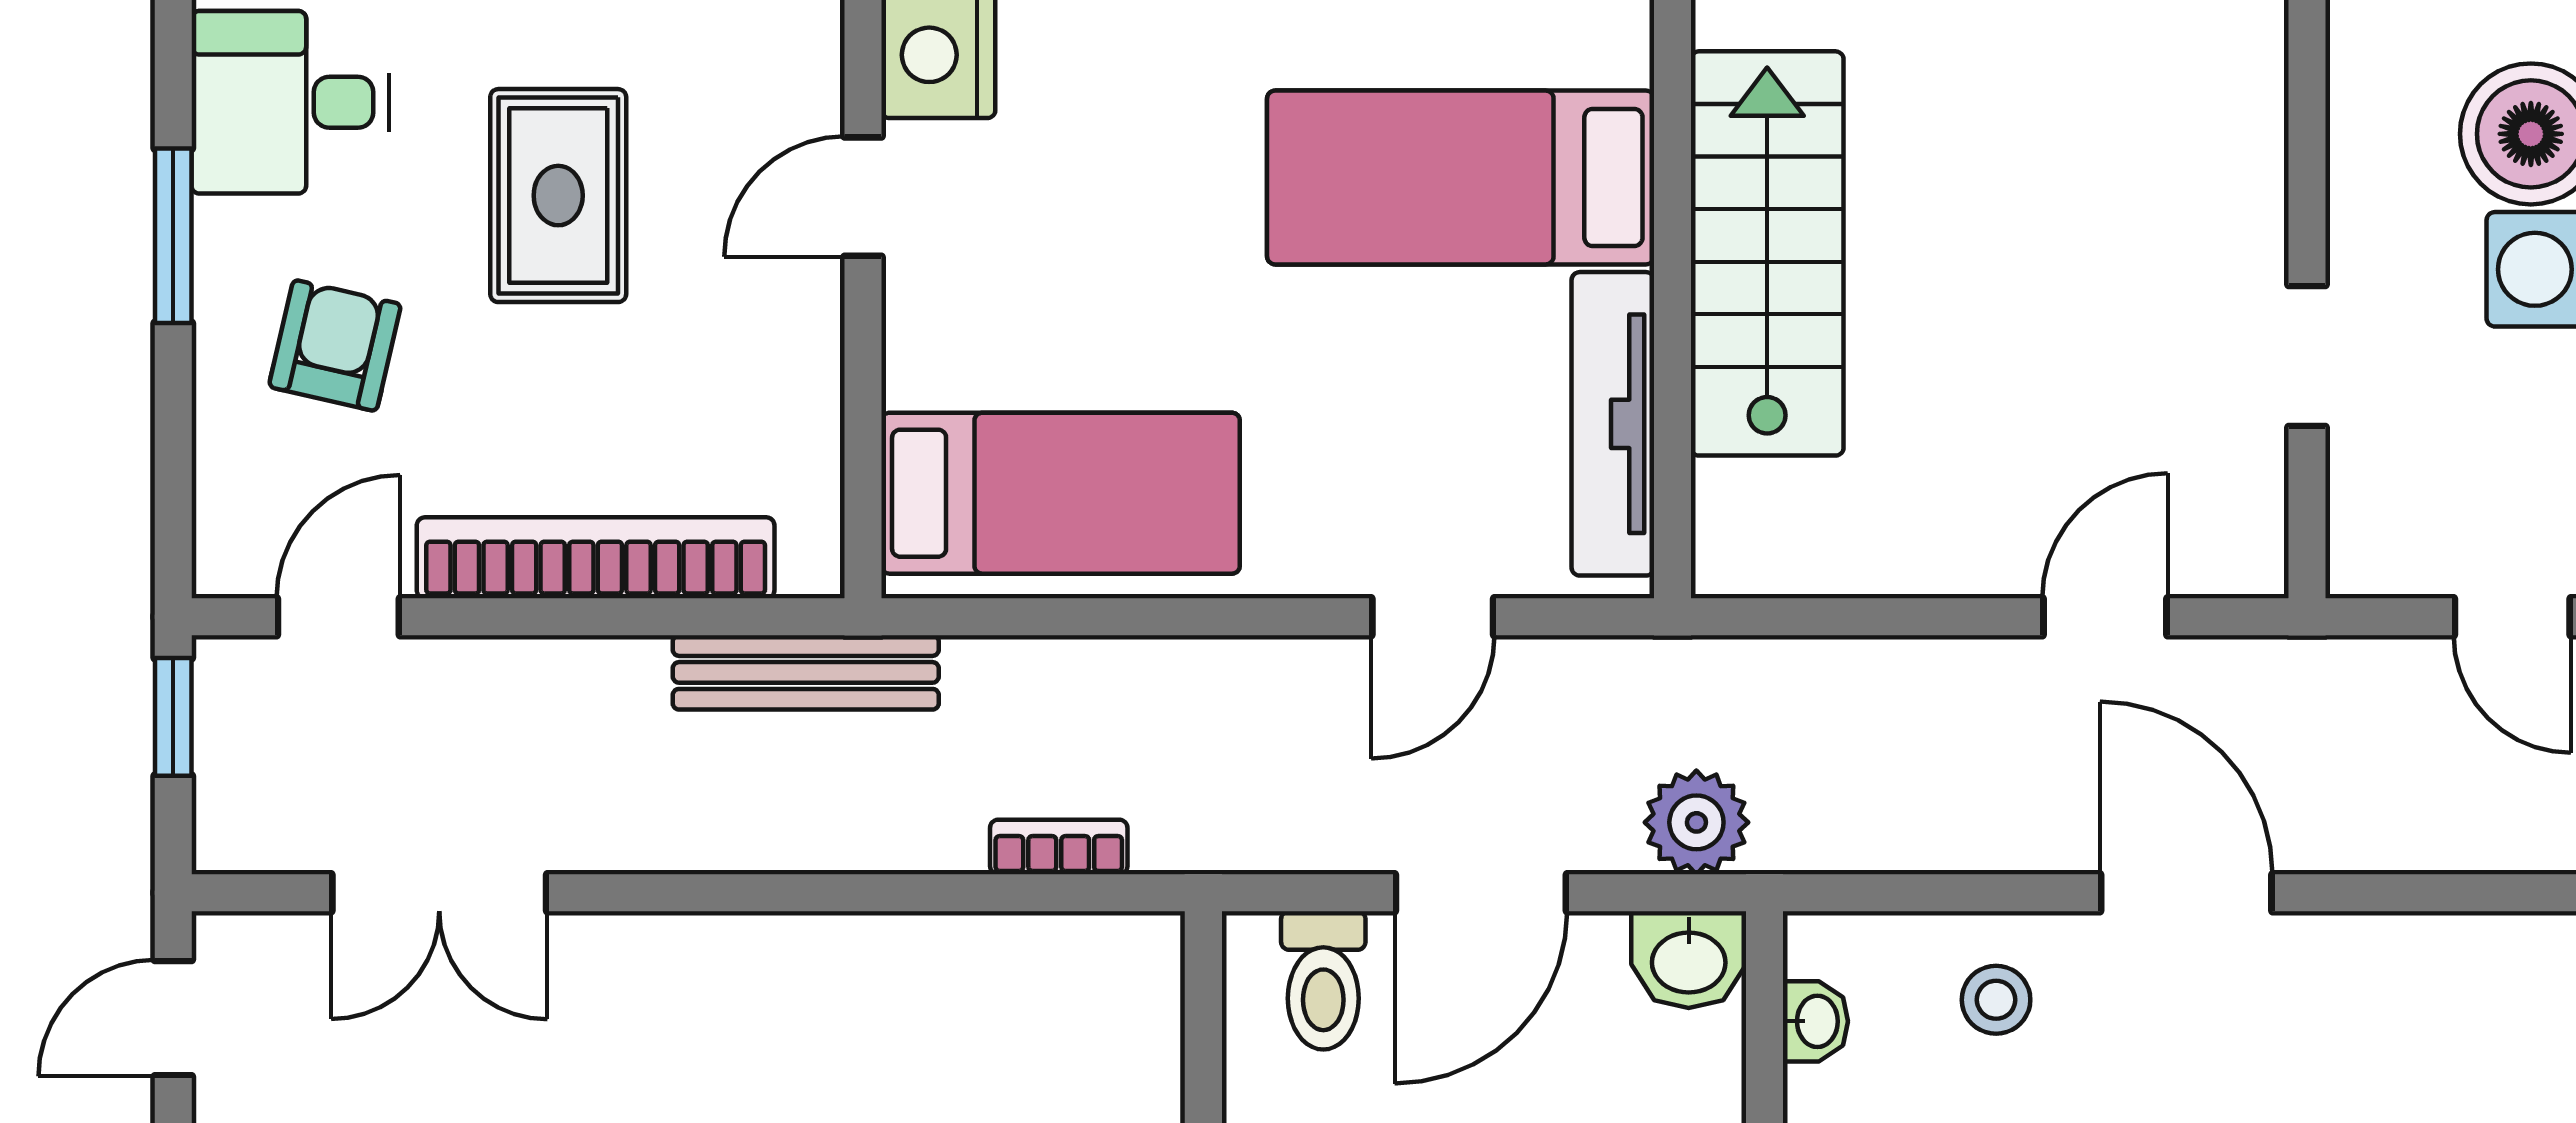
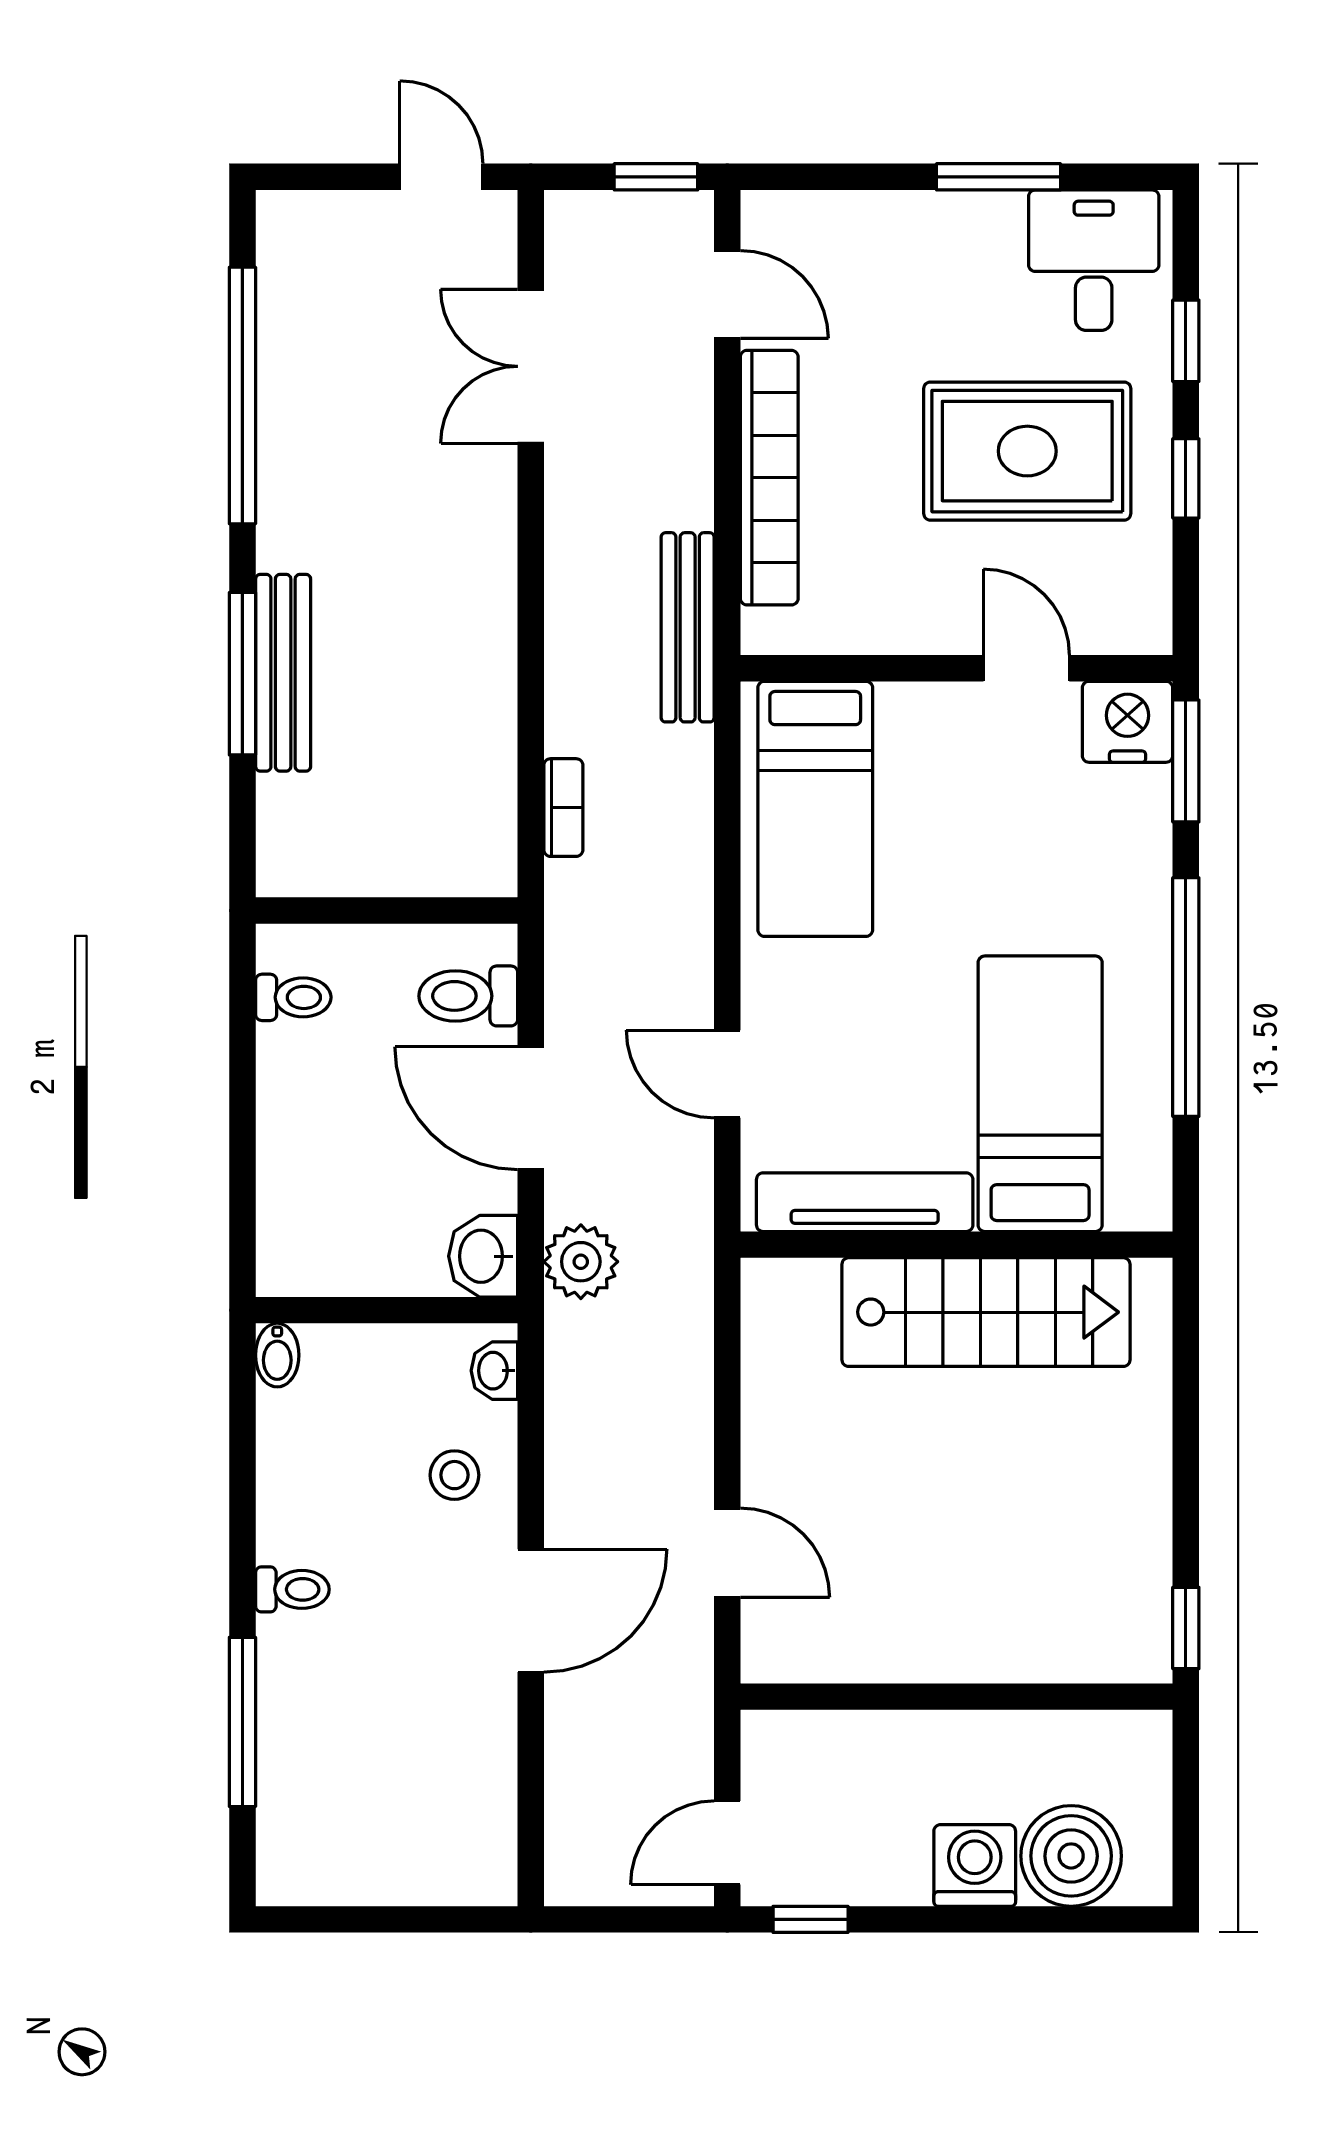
rug: (558, 196) -> (1027, 451), width x1.36, depth x1.43
armchair: (335, 345) -> (920, 292), removed
doorway: (2307, 356) -> (913, 1697), removed
washbasin: (1815, 1021) -> (494, 1371), moved, turned 90

